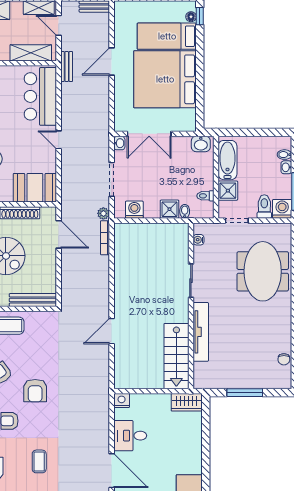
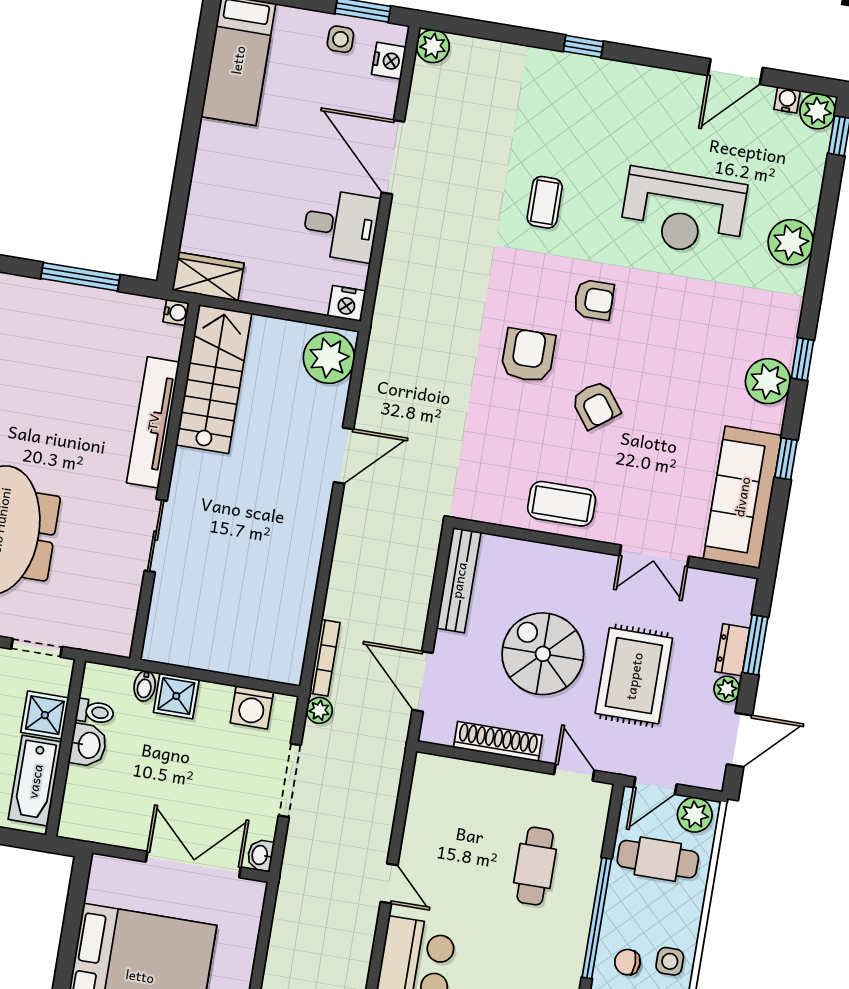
washbasin: (201, 144) -> (88, 745), moved, turned 90
booth: (35, 188) -> (457, 790), removed
water cooler: (198, 240) -> (176, 312), moved
bench: (33, 300) -> (459, 580), moved, turned 90
plant: (126, 375) -> (329, 358), added

